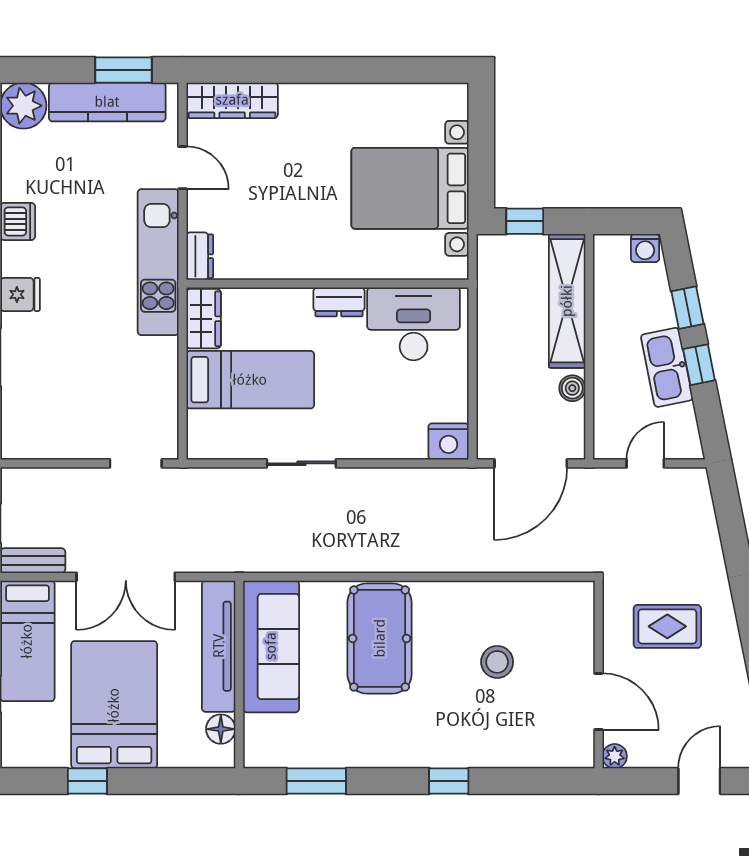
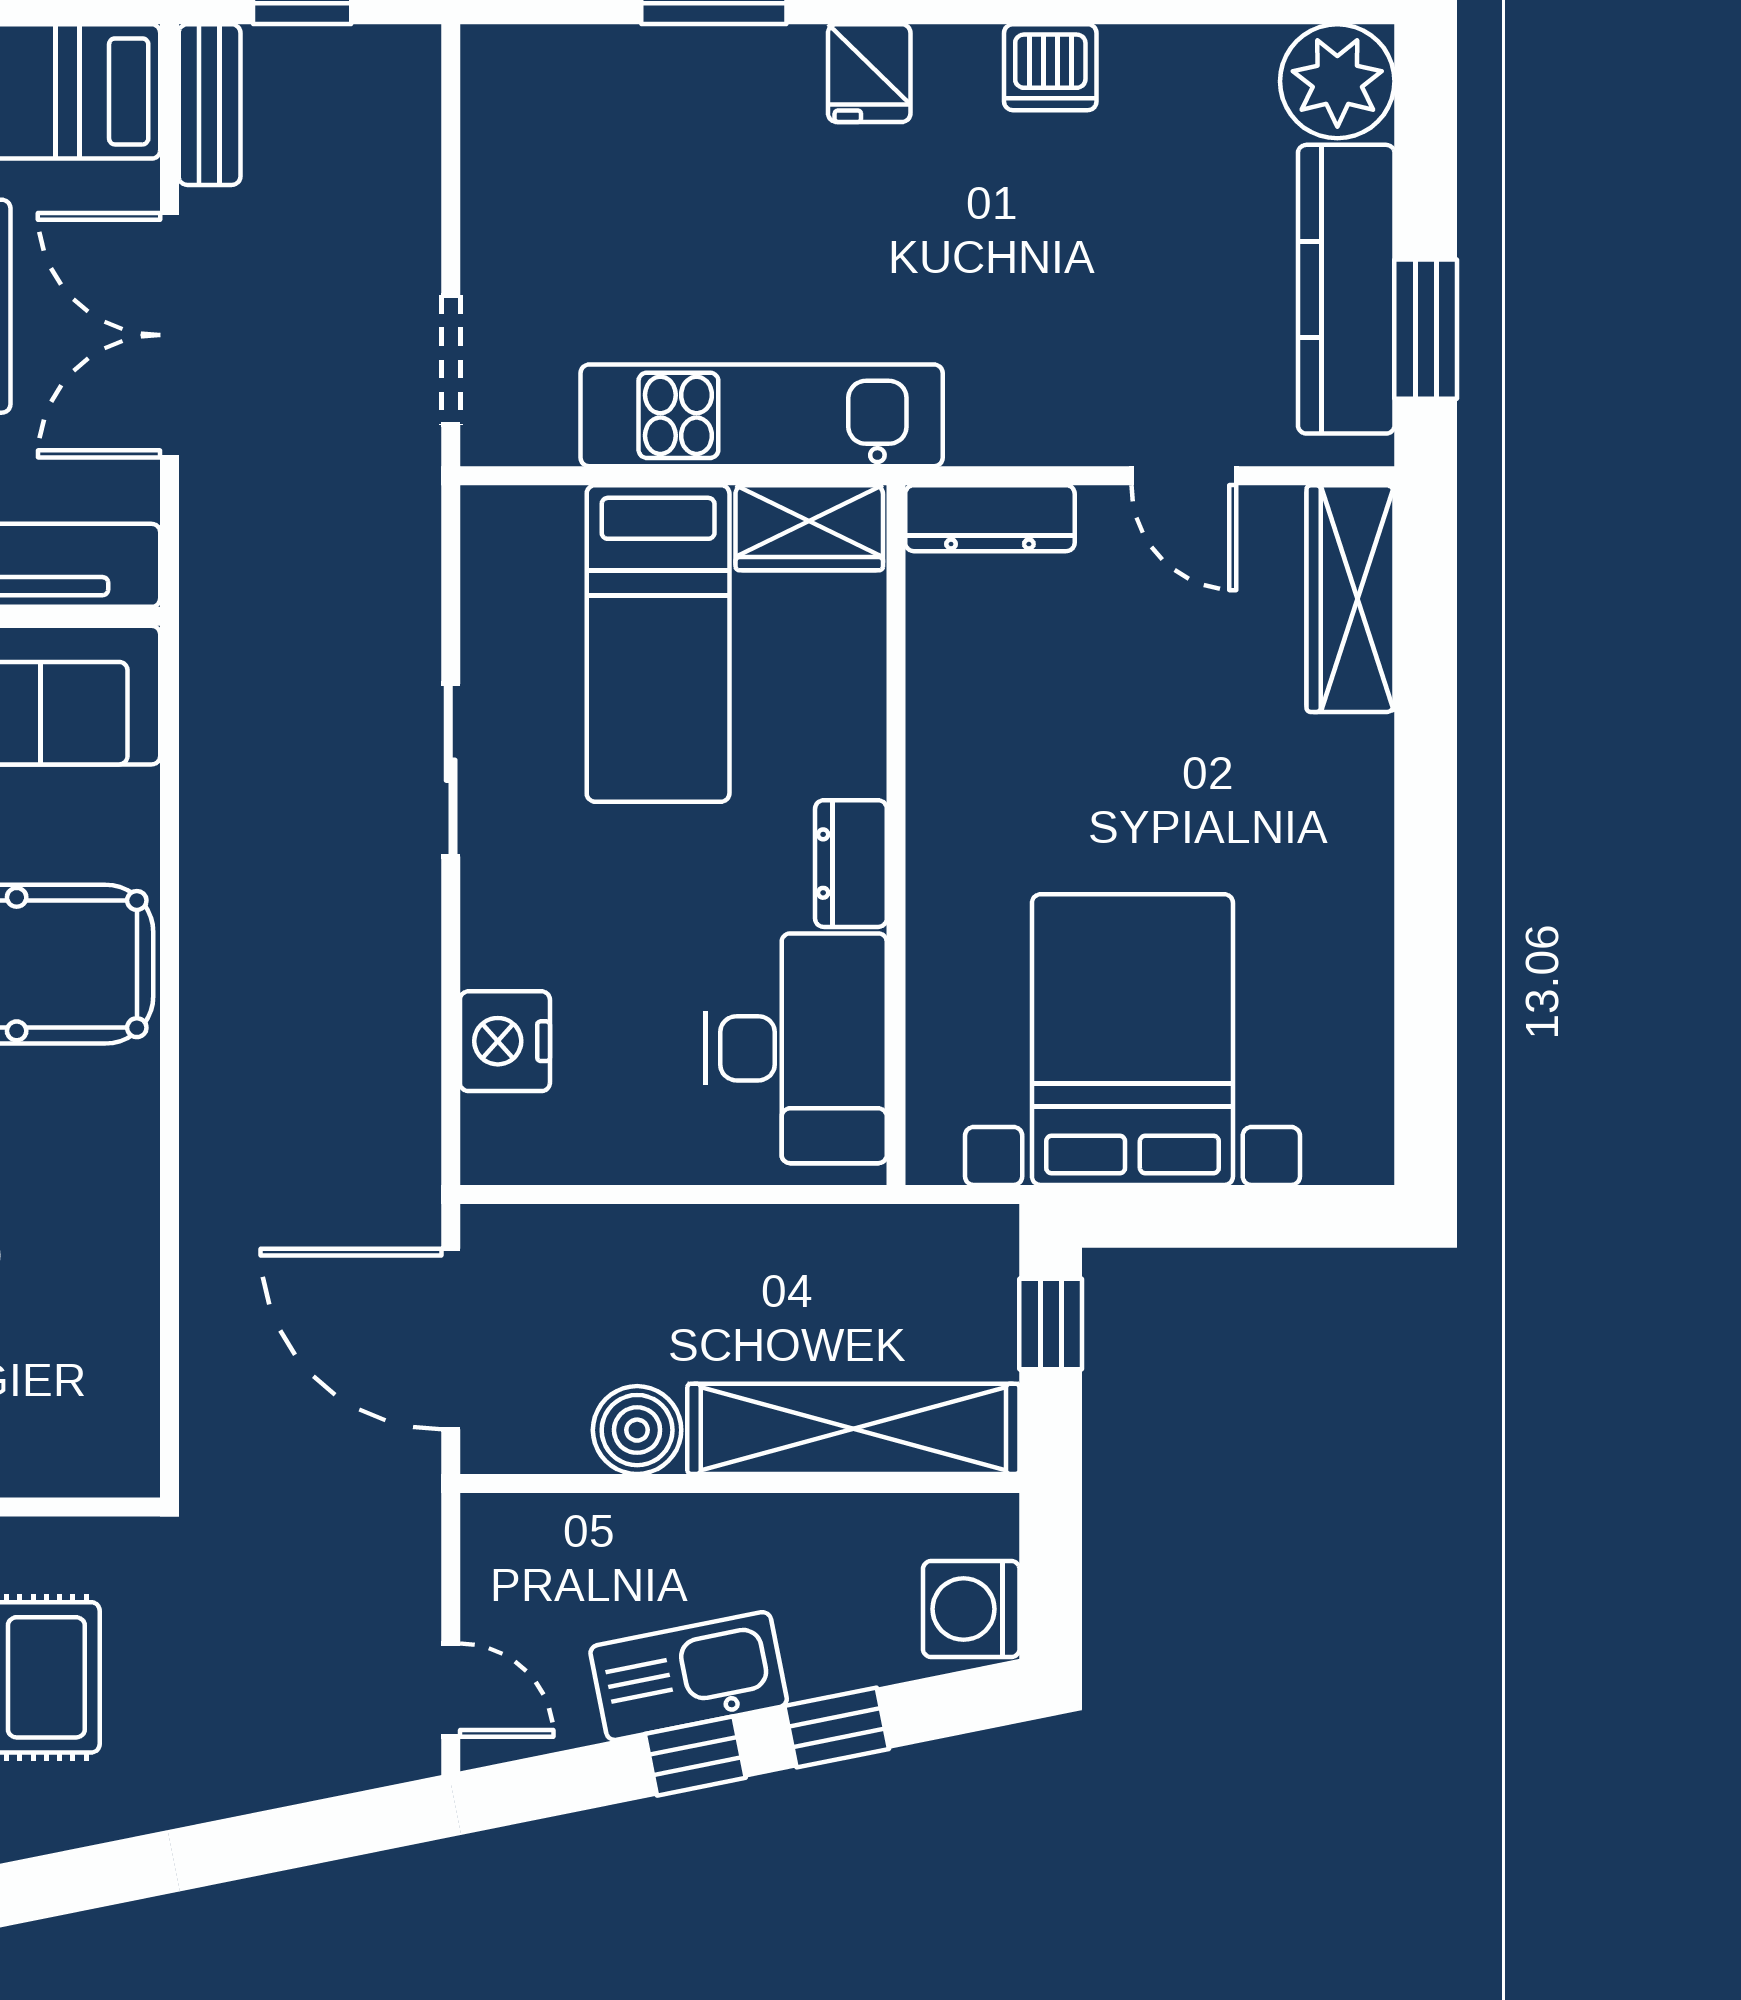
door: (183, 168) -> (1184, 476), hinge flipped
washing machine: (645, 248) -> (971, 1609), width x1.38, depth x1.38
dresser: (200, 256) -> (990, 518), width x1.44
kitchen unit: (158, 262) -> (762, 415), moved
boiler: (572, 388) -> (637, 1430), width x1.36, depth x1.36
nightstand: (449, 441) -> (505, 1041), moved
door: (645, 463) -> (451, 1690), moved

